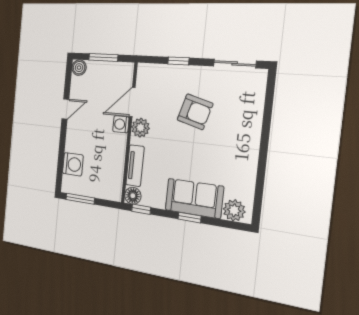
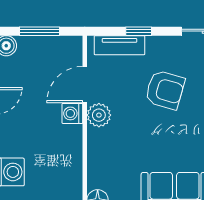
tv unit: (135, 166) -> (120, 45), moved, turned 90

